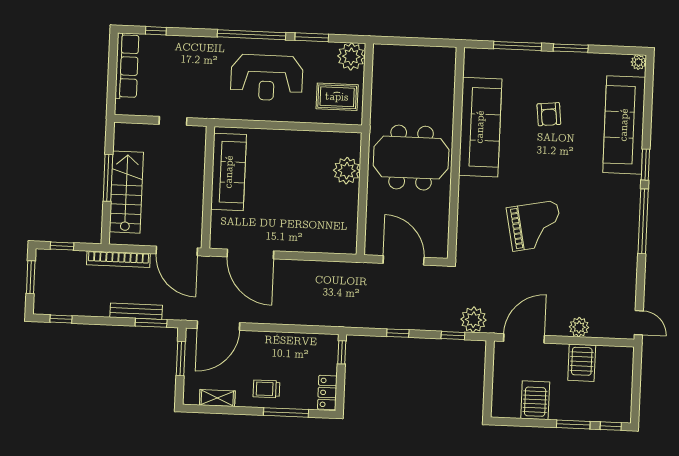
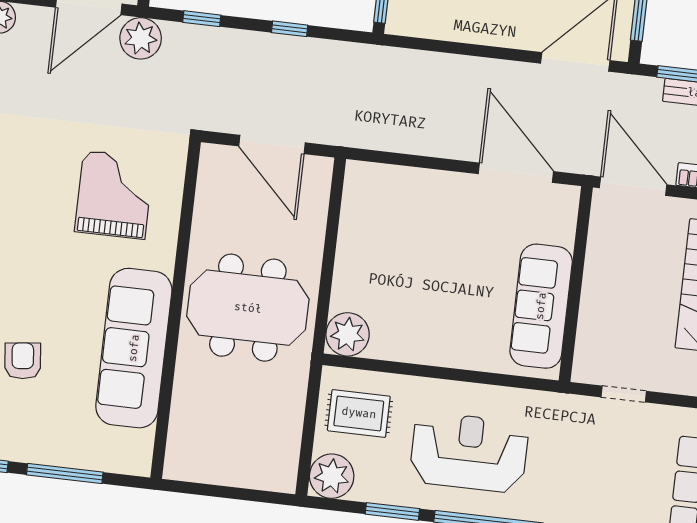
plant: (347, 171) -> (348, 334), moved
grand piano: (535, 226) -> (114, 195), moved, turned 101
plant: (474, 320) -> (141, 38), moved

